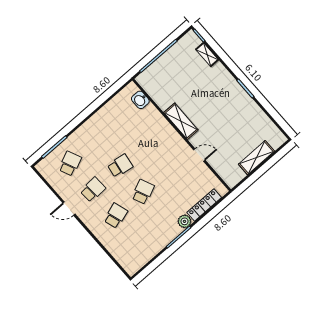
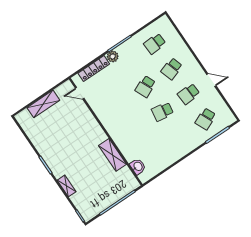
shelving: (207, 55) -> (67, 186), moved
shelving: (181, 121) -> (113, 155), moved
door: (199, 155) -> (80, 93), moved
school desk: (138, 242) -> (155, 44), added

